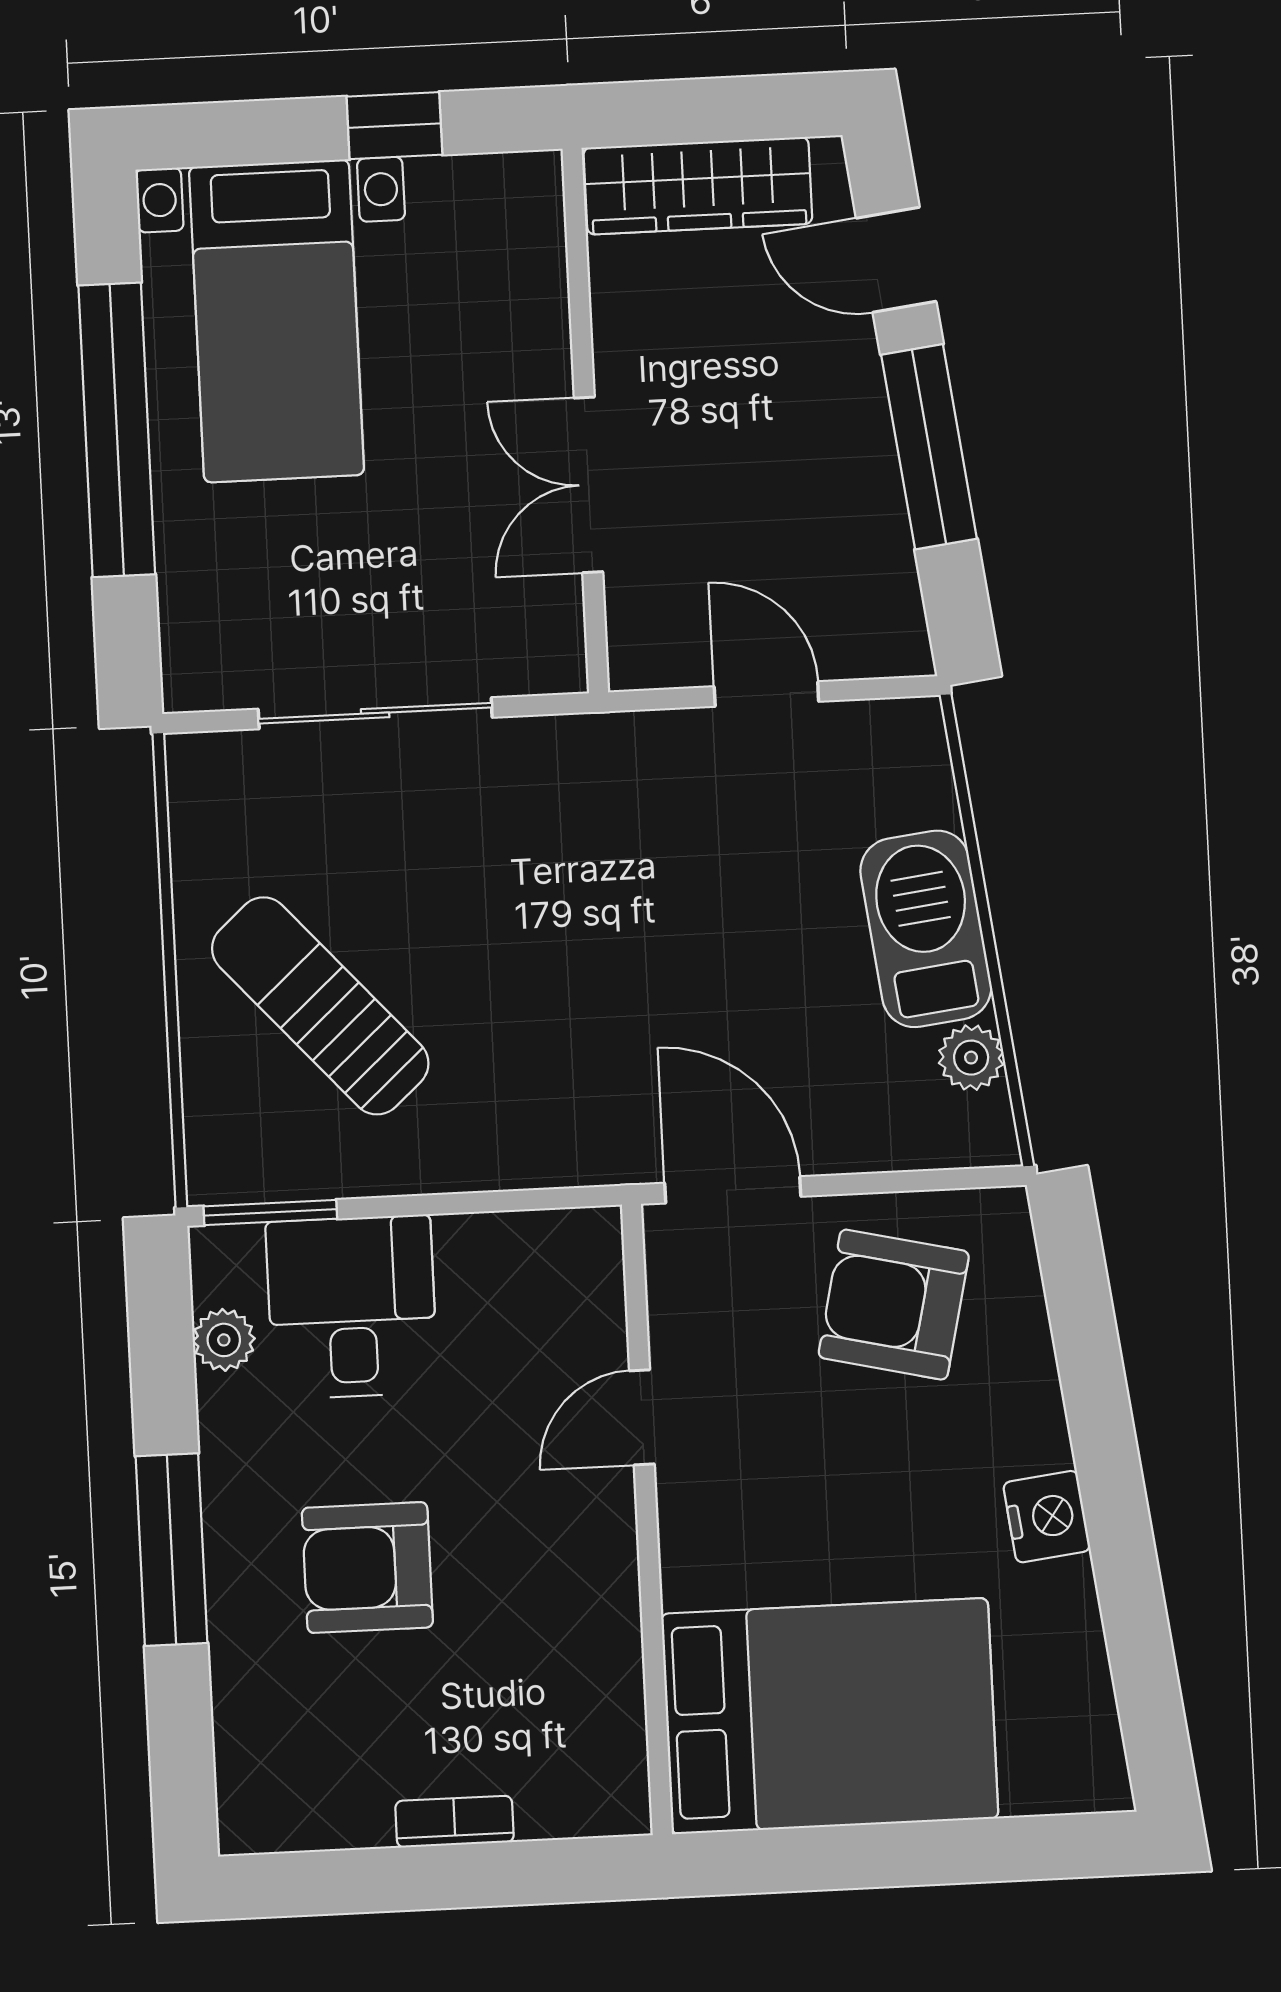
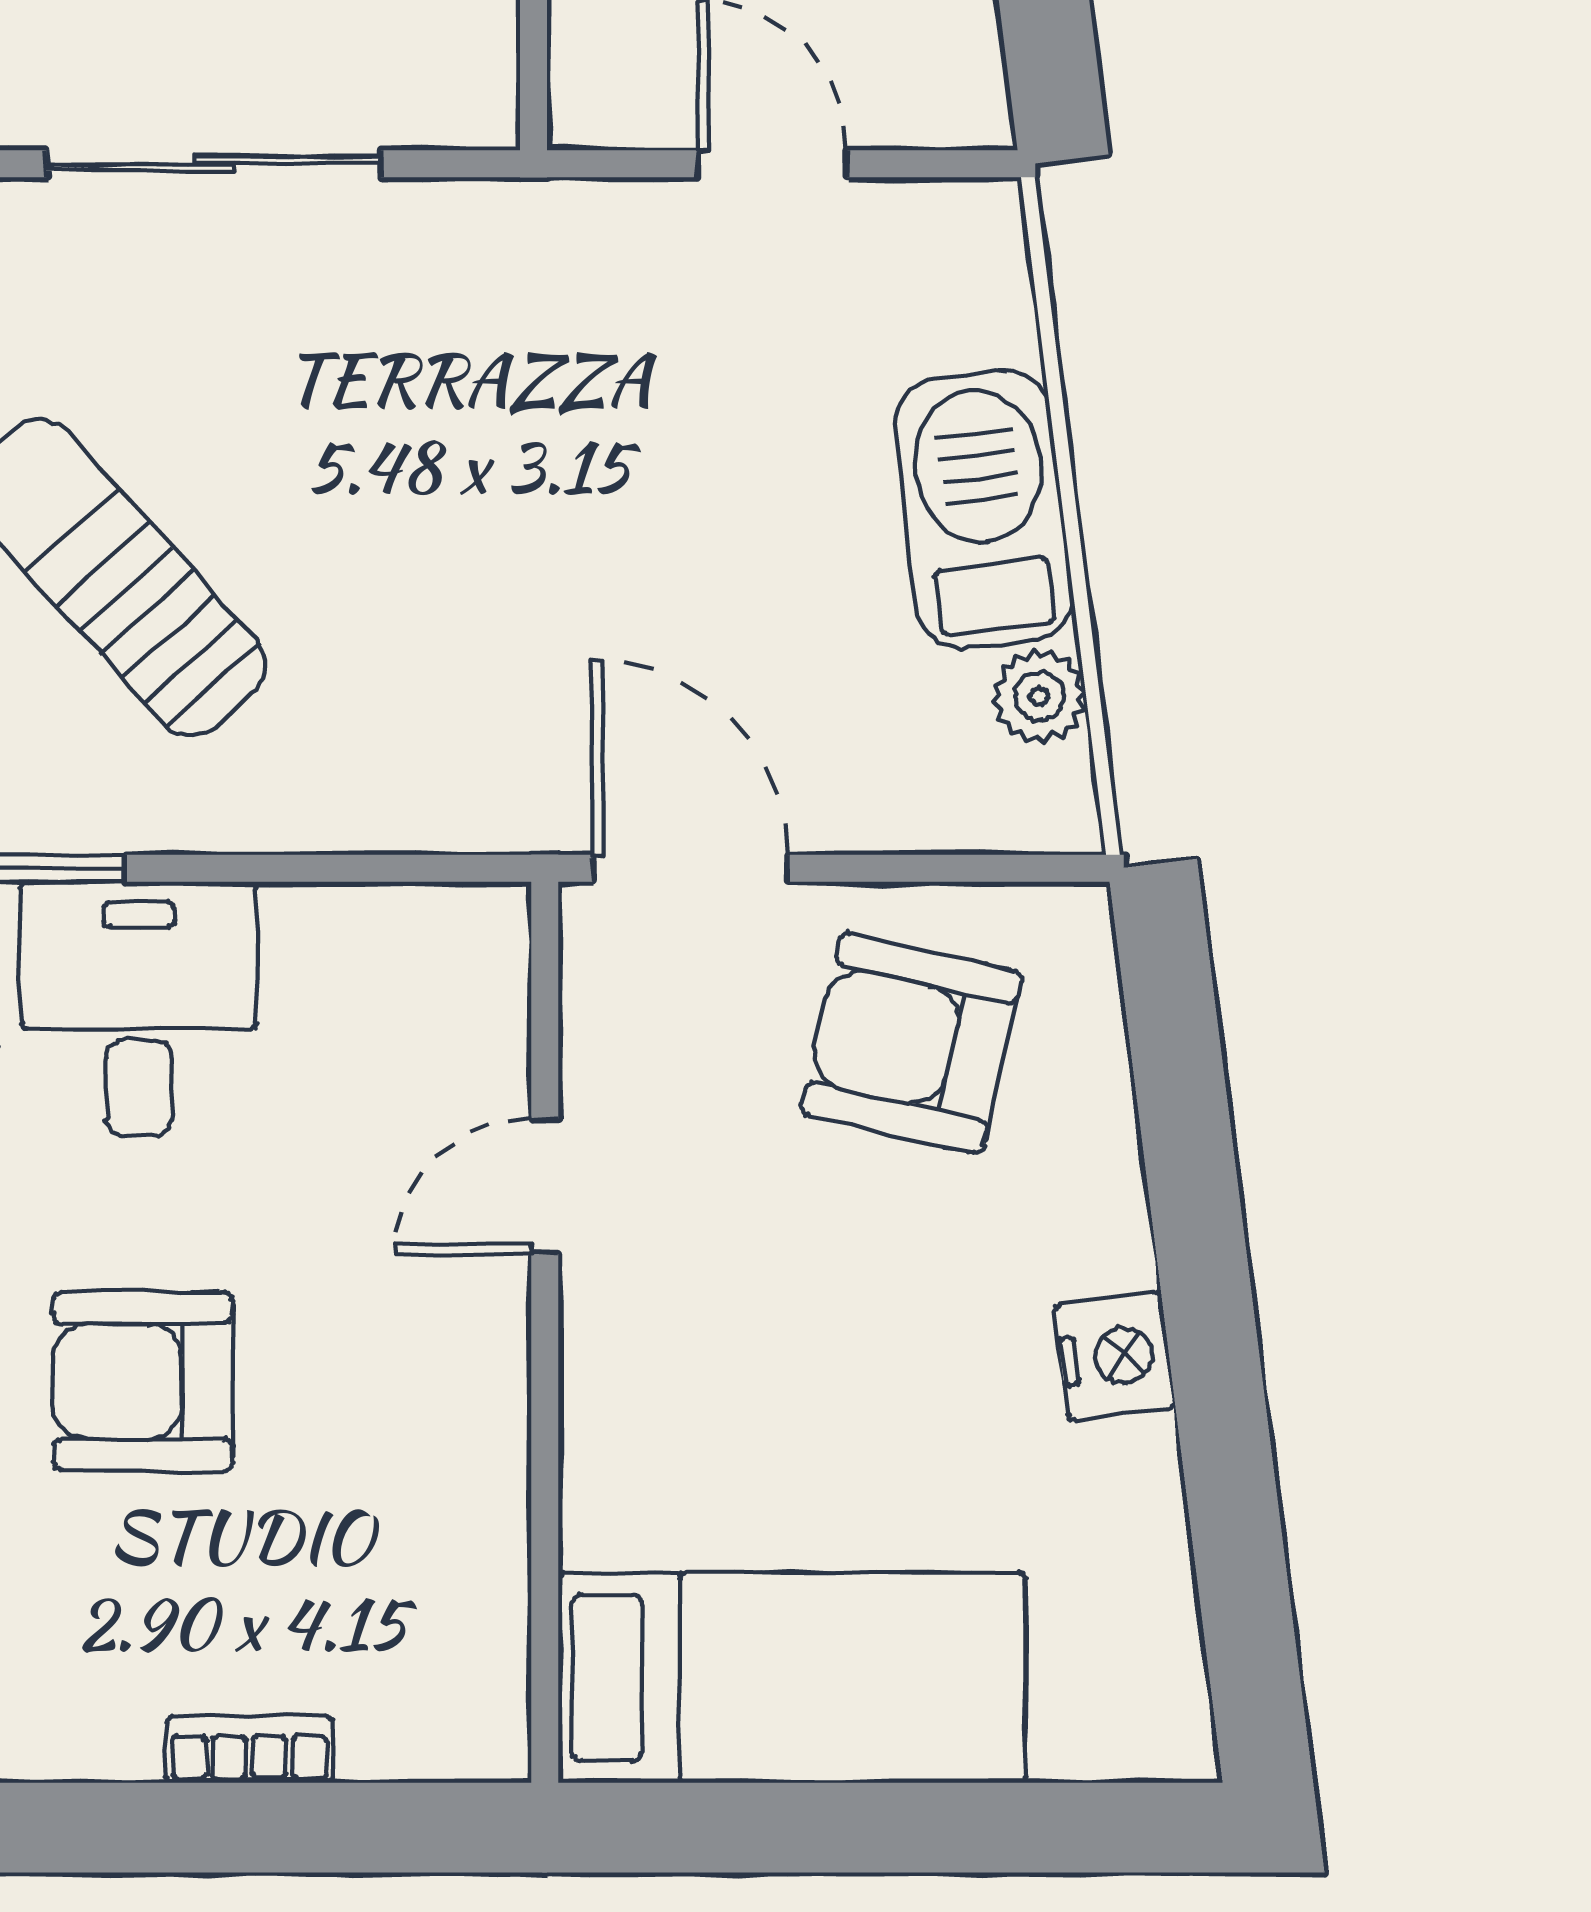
bed: (830, 1716) -> (792, 1678), width x0.67

